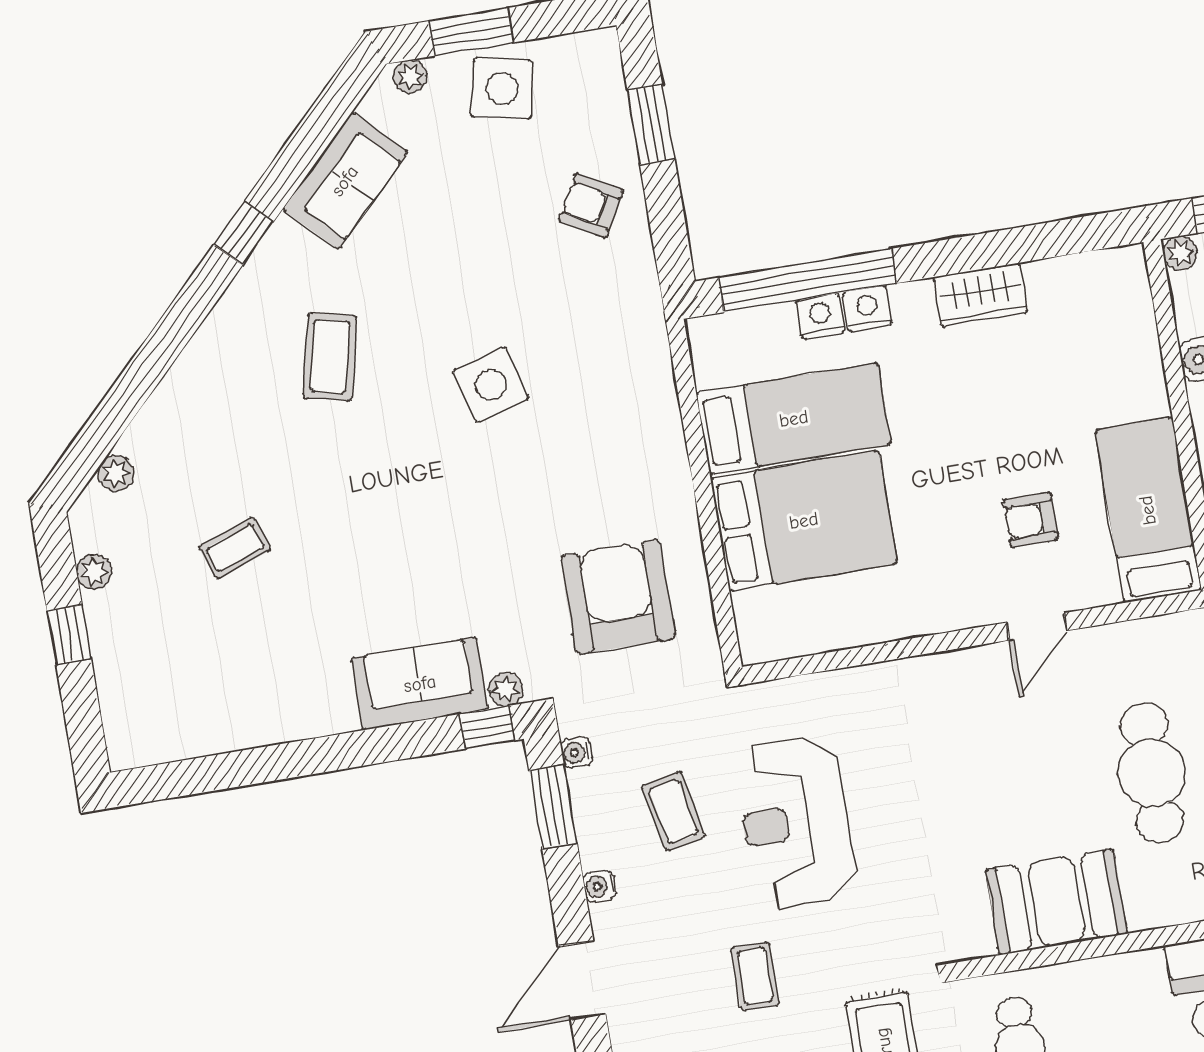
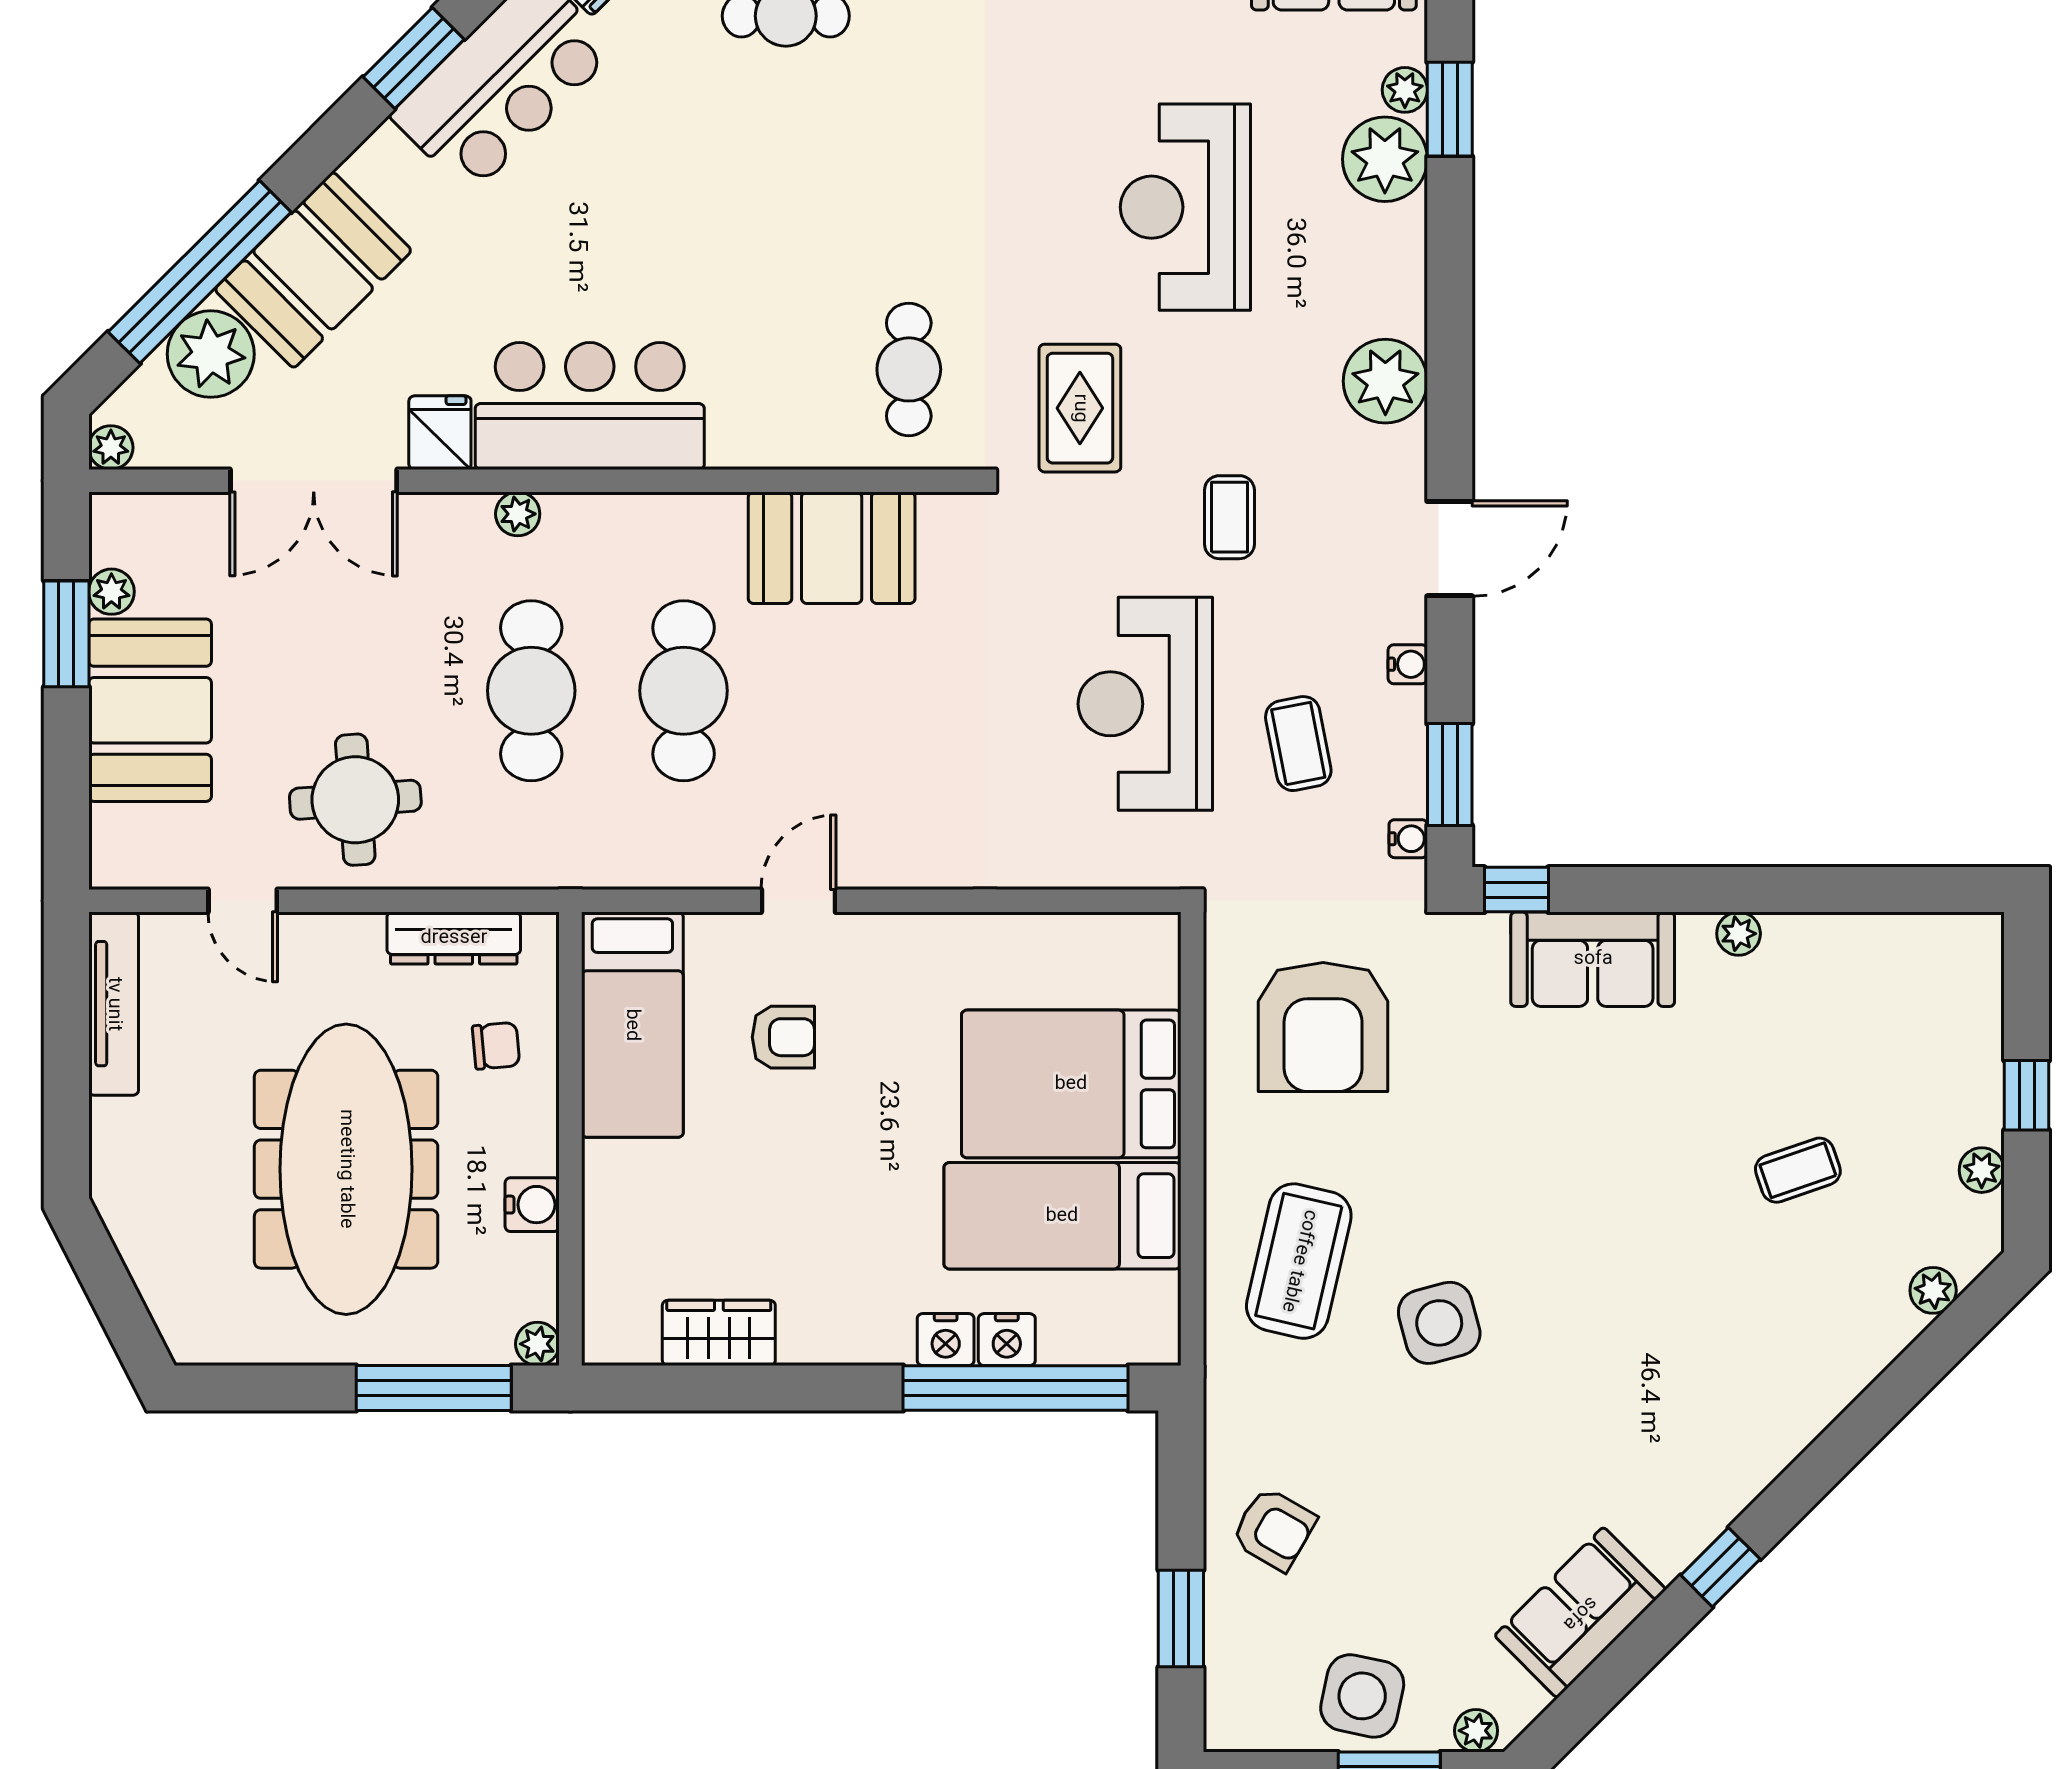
wardrobe: (981, 295) -> (719, 1333), moved
coffee table: (330, 357) -> (1299, 1261), moved, width x1.36, depth x1.32
plant: (506, 689) -> (1739, 934), moved
reception desk: (796, 822) -> (1145, 704), turned 180

